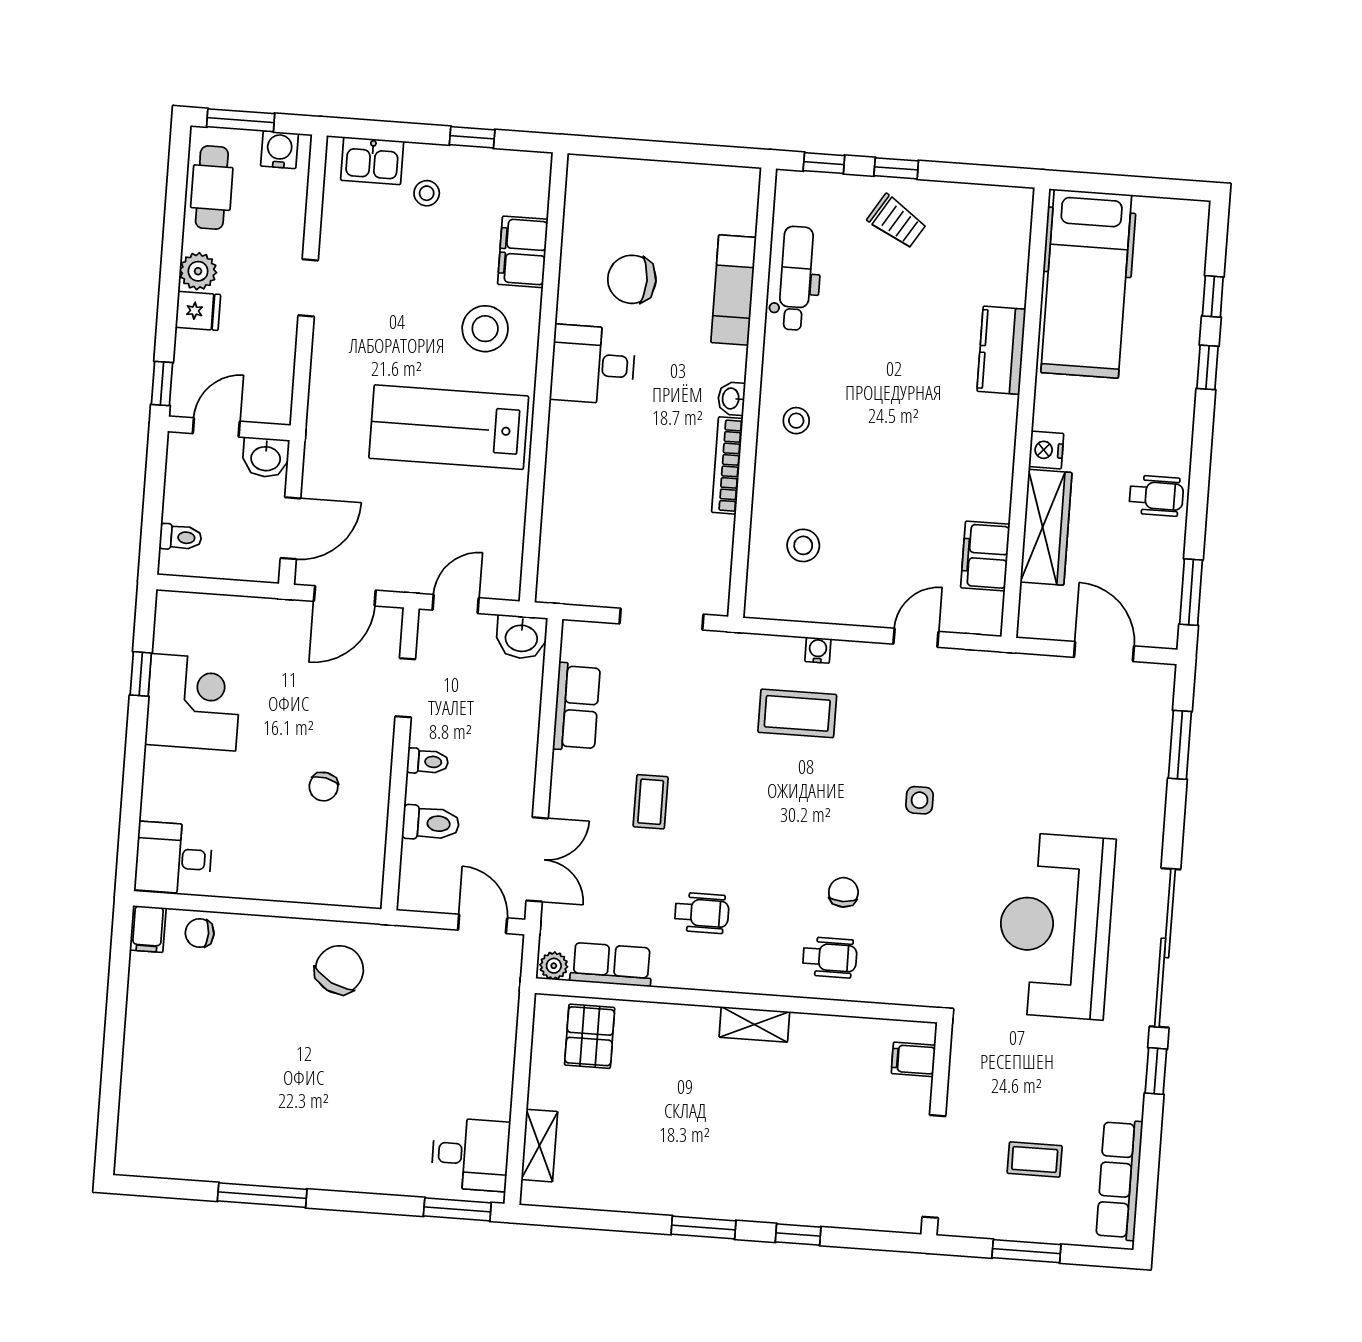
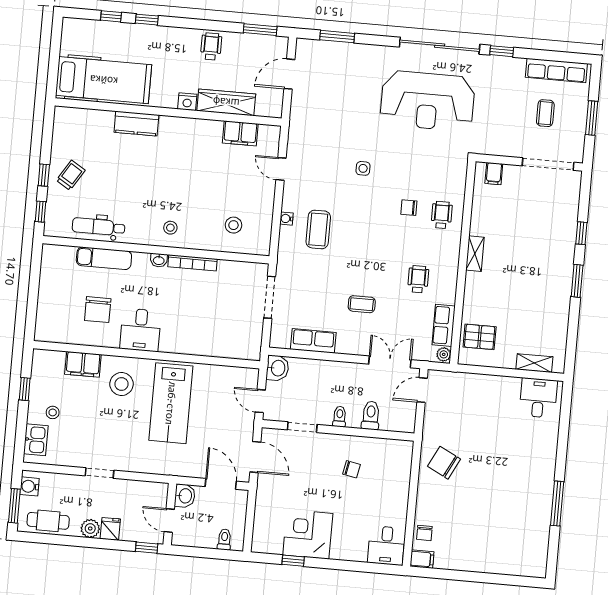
window: (457, 1209) -> (566, 405), removed

